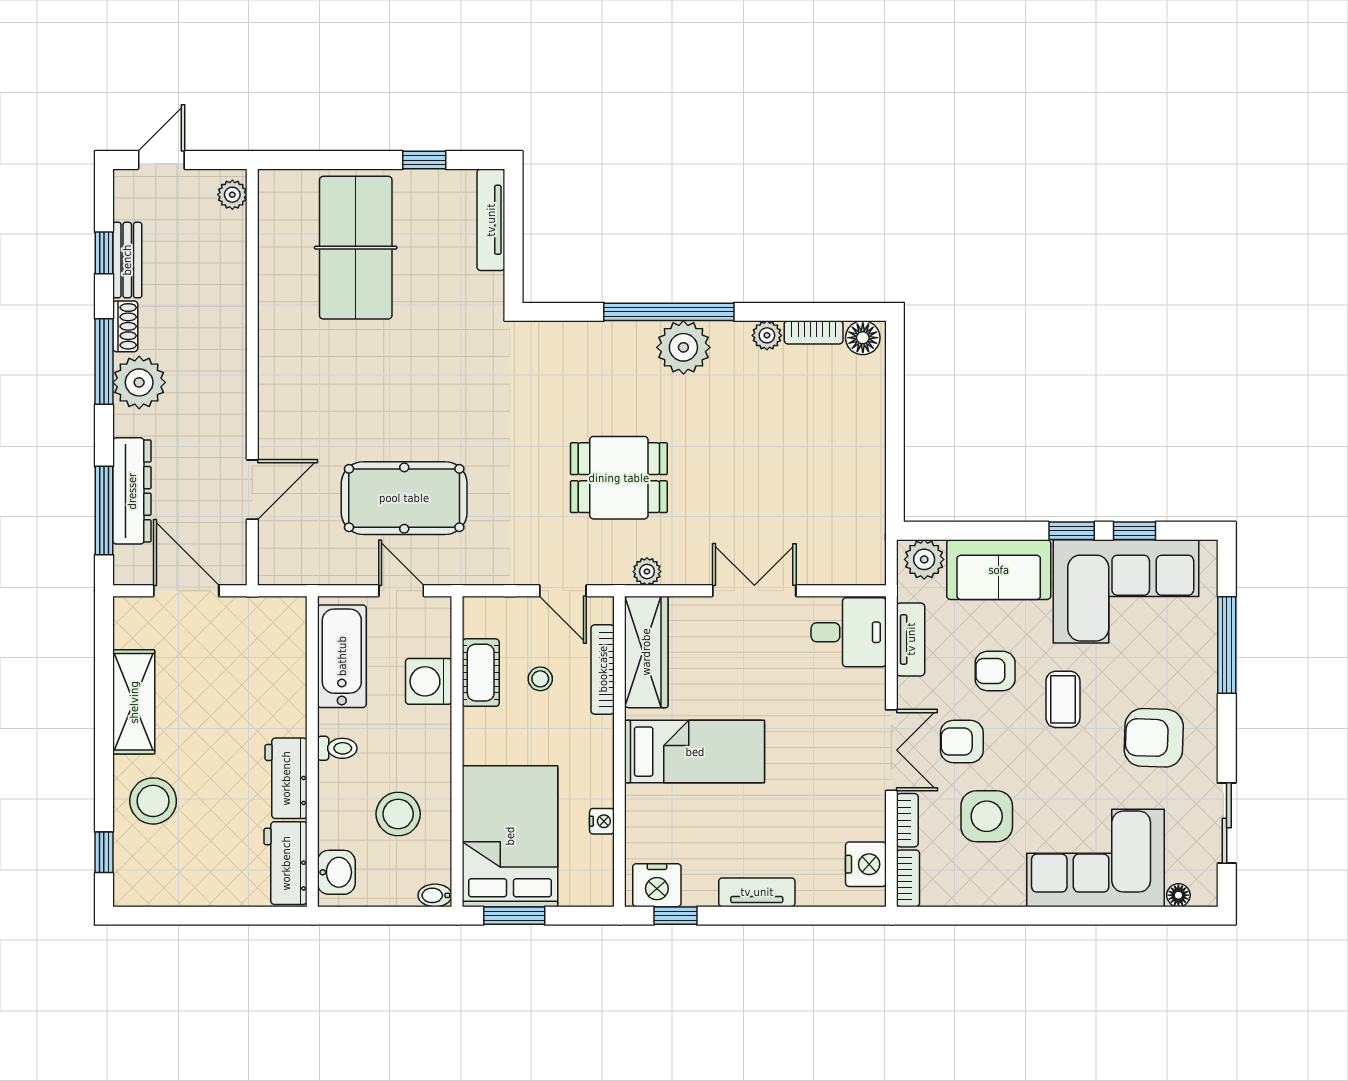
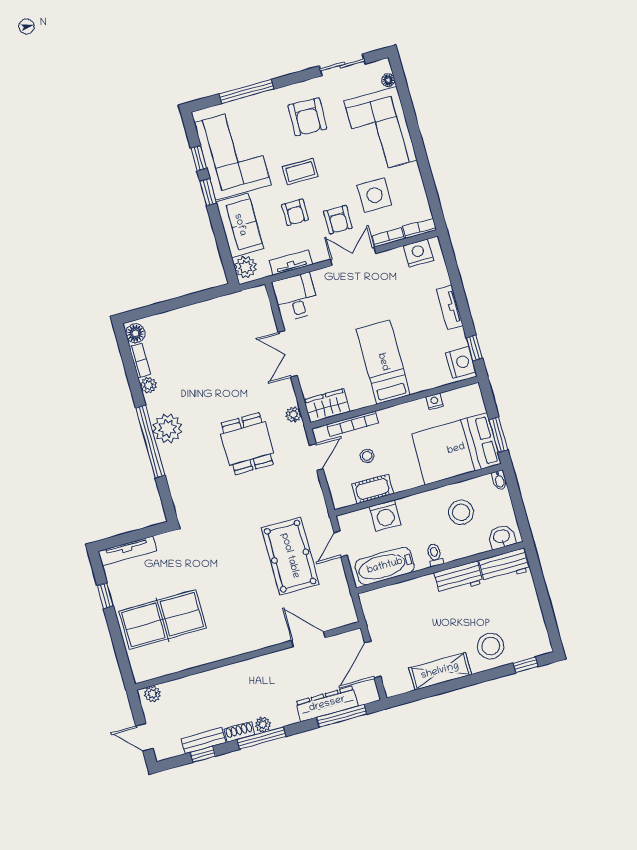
plant: (139, 382) -> (263, 725), width x0.53, depth x0.53
wardrobe: (646, 652) -> (327, 406), width x0.67

